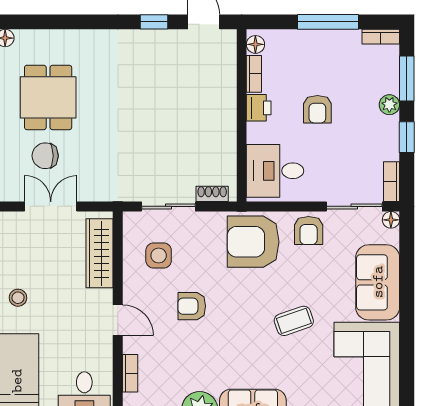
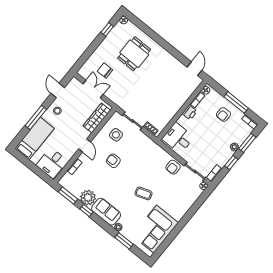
window: (154, 22) -> (178, 55), removed
dining table: (48, 97) -> (134, 54), moved
armchair: (317, 109) -> (223, 114), moved
armchair: (253, 242) -> (151, 156), removed
sofa: (378, 282) -> (182, 203), removed

